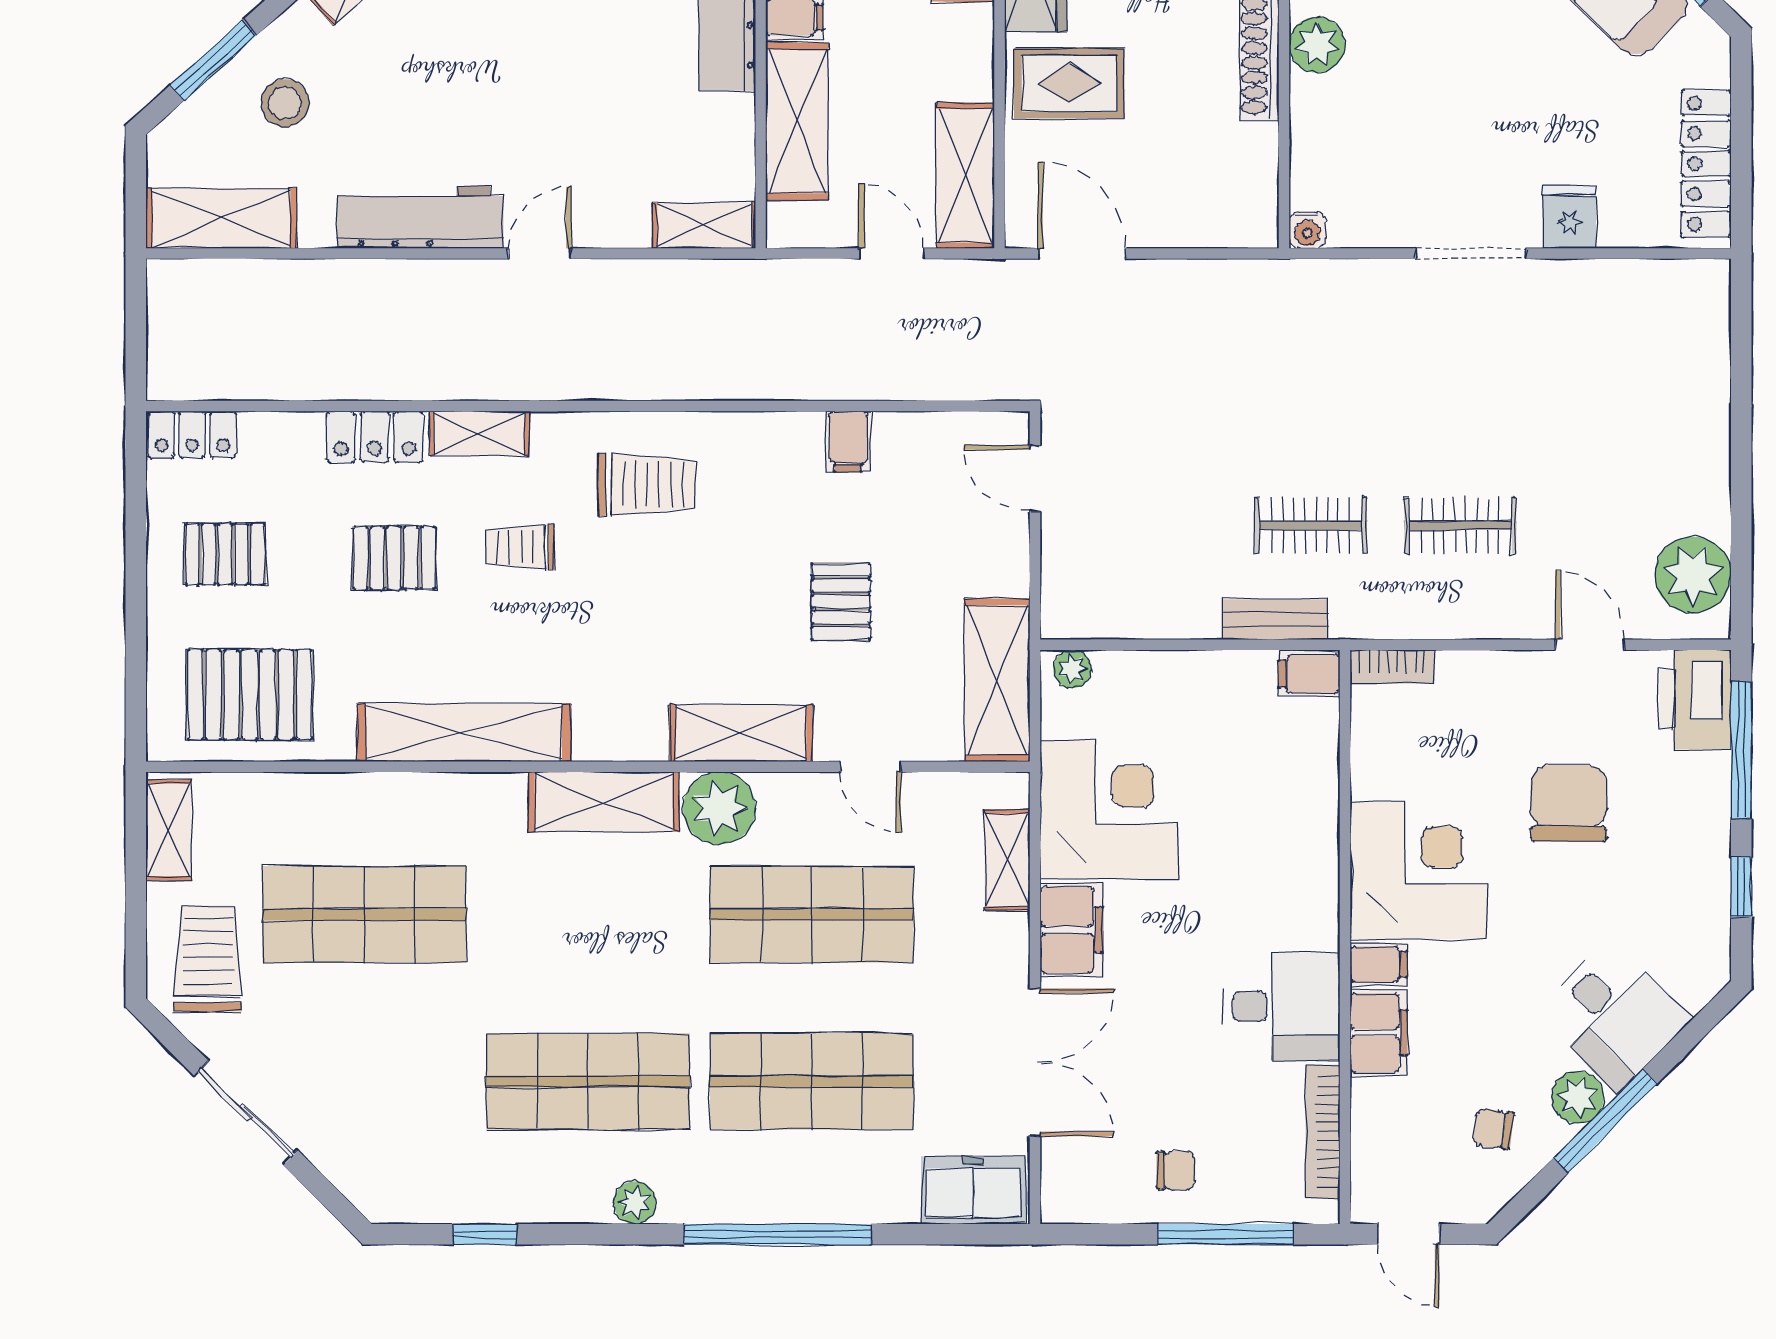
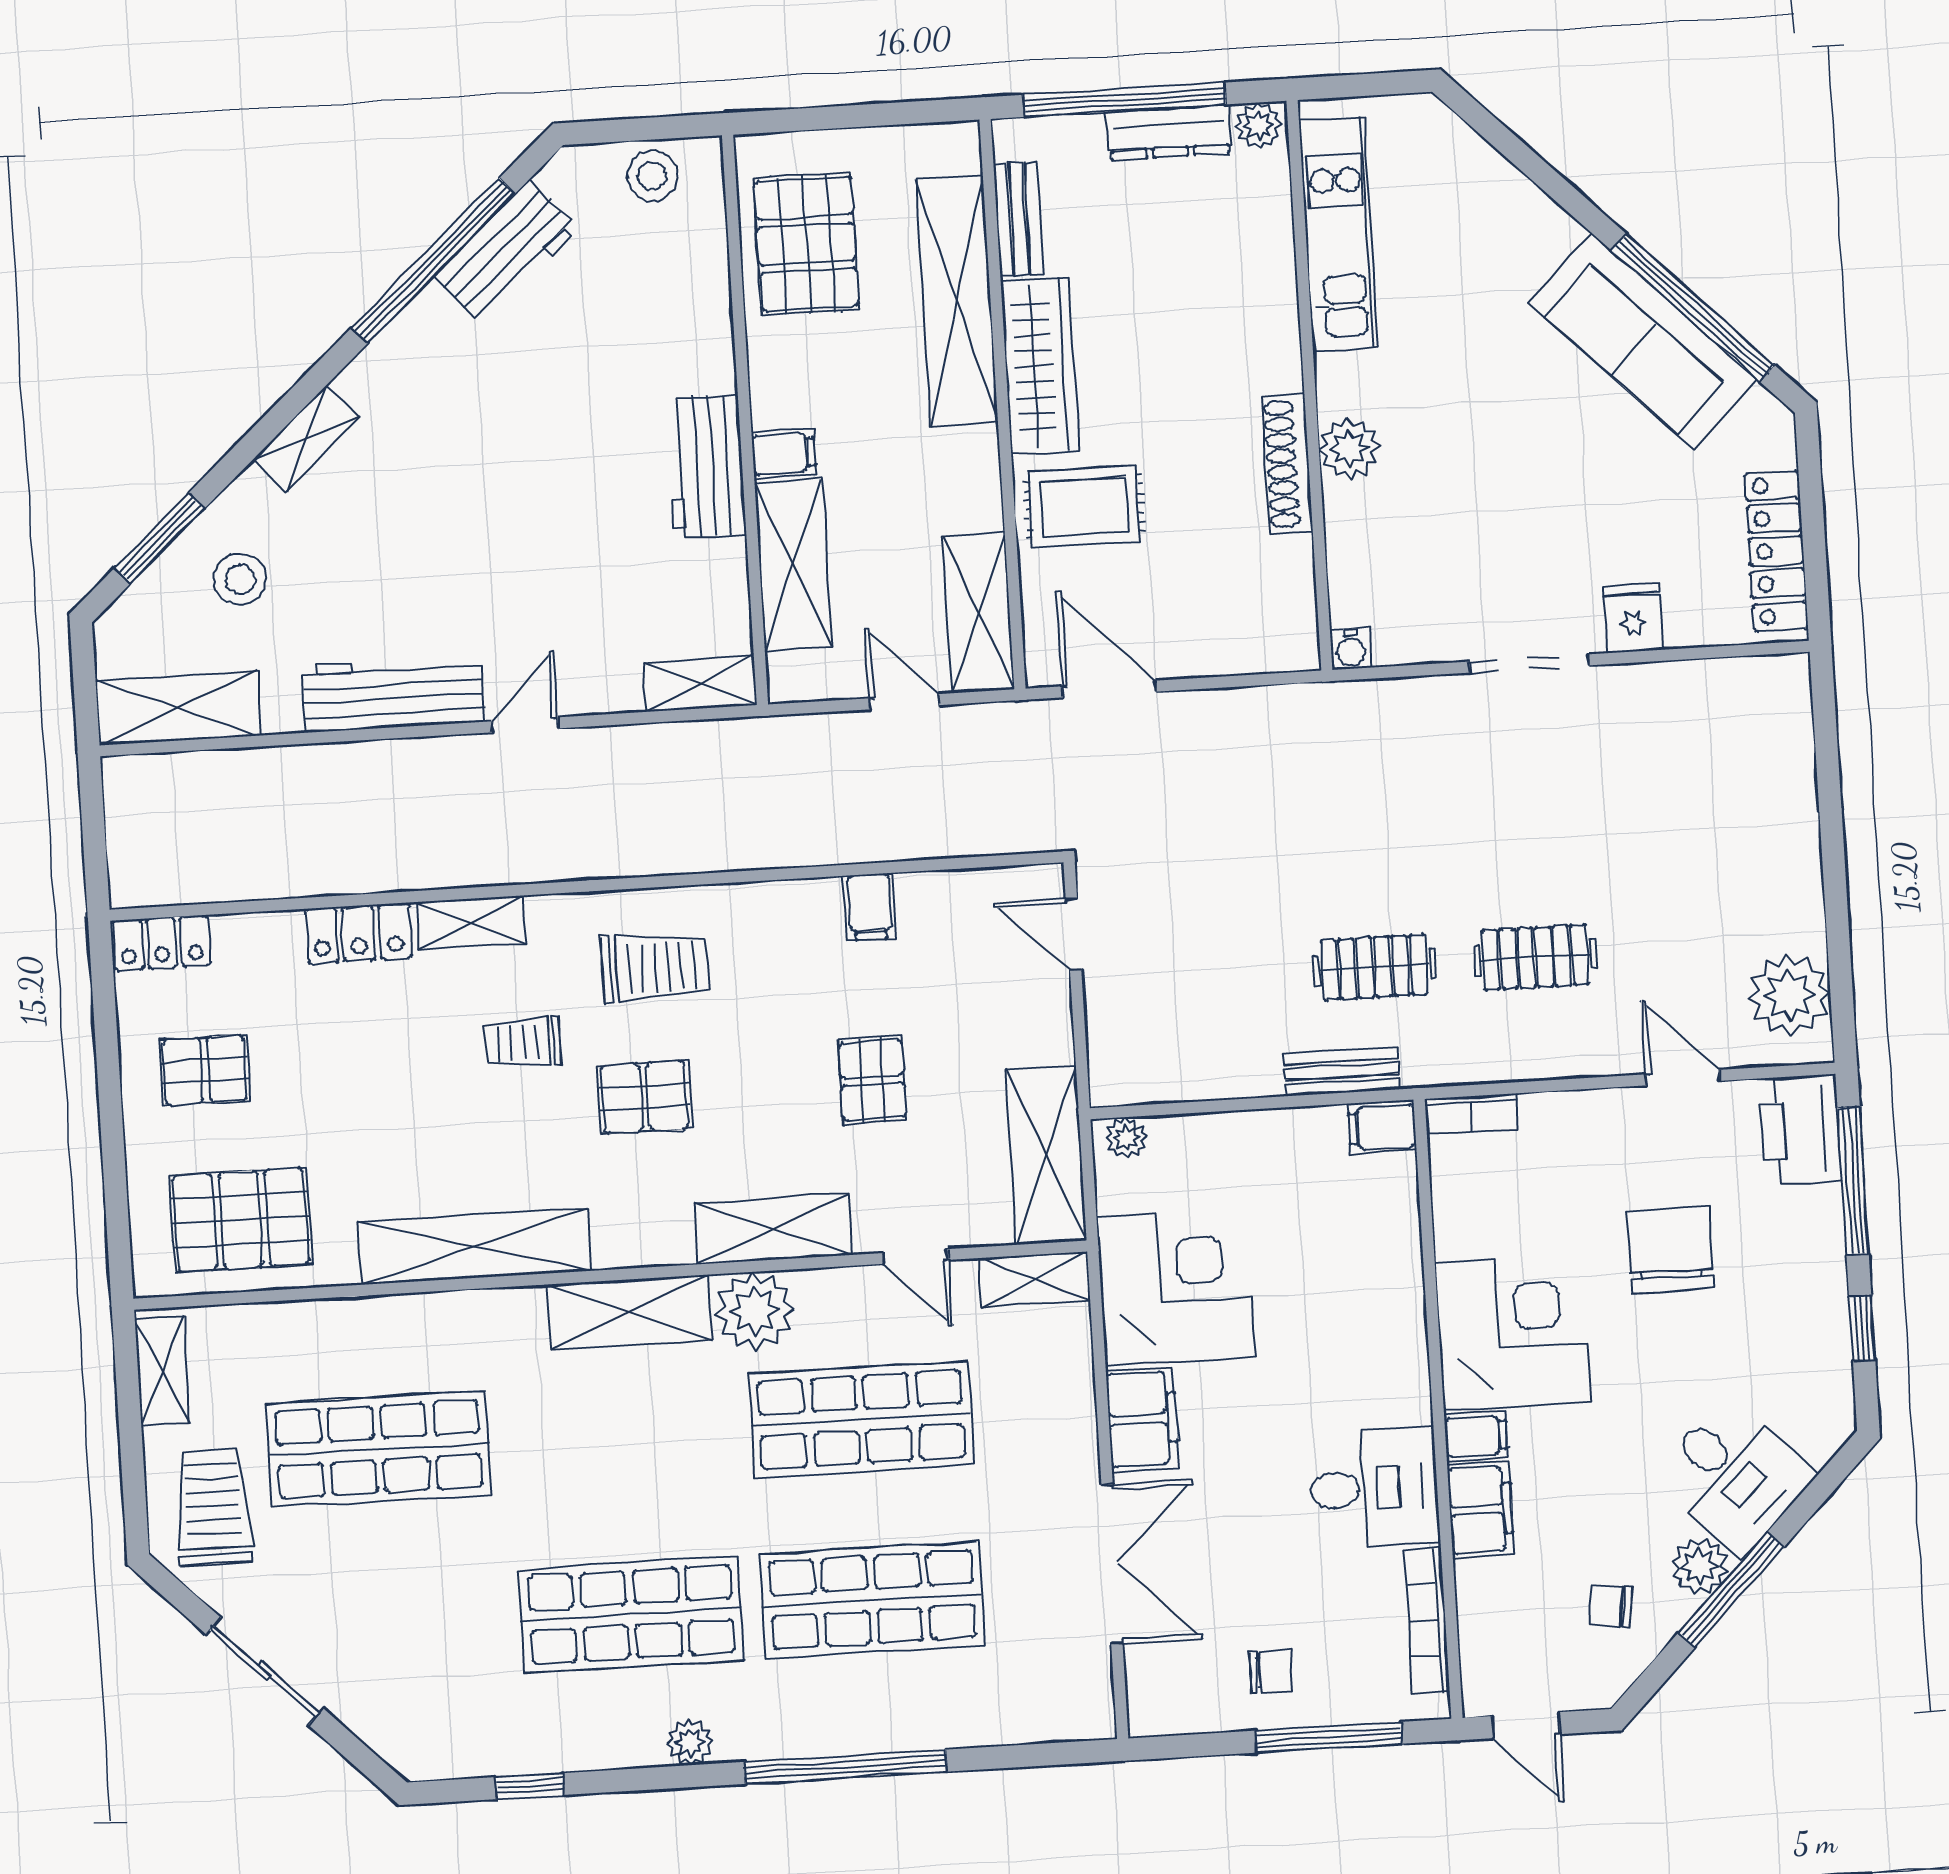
pallet: (394, 558) -> (644, 1097), moved
shelving: (1007, 860) -> (1034, 1279), moved, turned 90
freezer: (973, 1190) -> (1054, 1706), removed

